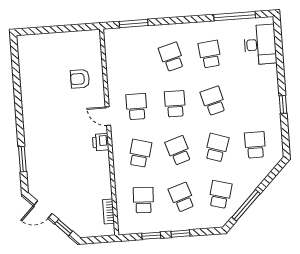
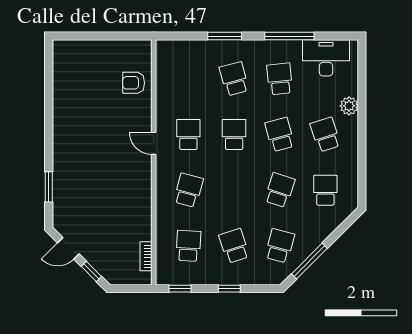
window: (235, 16) -> (289, 36), moved
window: (134, 24) -> (225, 36), moved
desk: (260, 45) -> (326, 58), moved, turned -90
plant: (270, 73) -> (349, 106), added
armchair: (80, 79) -> (134, 83), moved
window: (283, 104) -> (362, 145), removed
printer: (101, 142) -> (143, 173), removed
school desk: (178, 151) -> (325, 135), moved
window: (151, 236) -> (180, 289), moved

